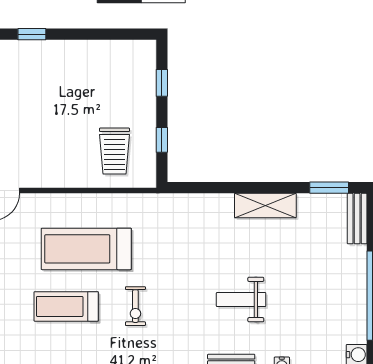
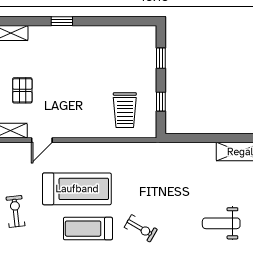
treadmill: (86, 249) -> (77, 189), moved, turned 180
exercise bike: (135, 306) -> (141, 228), turned -60

